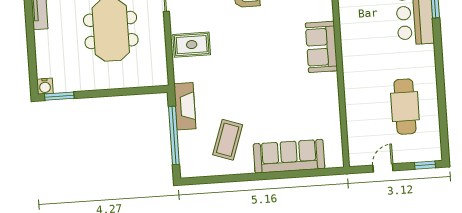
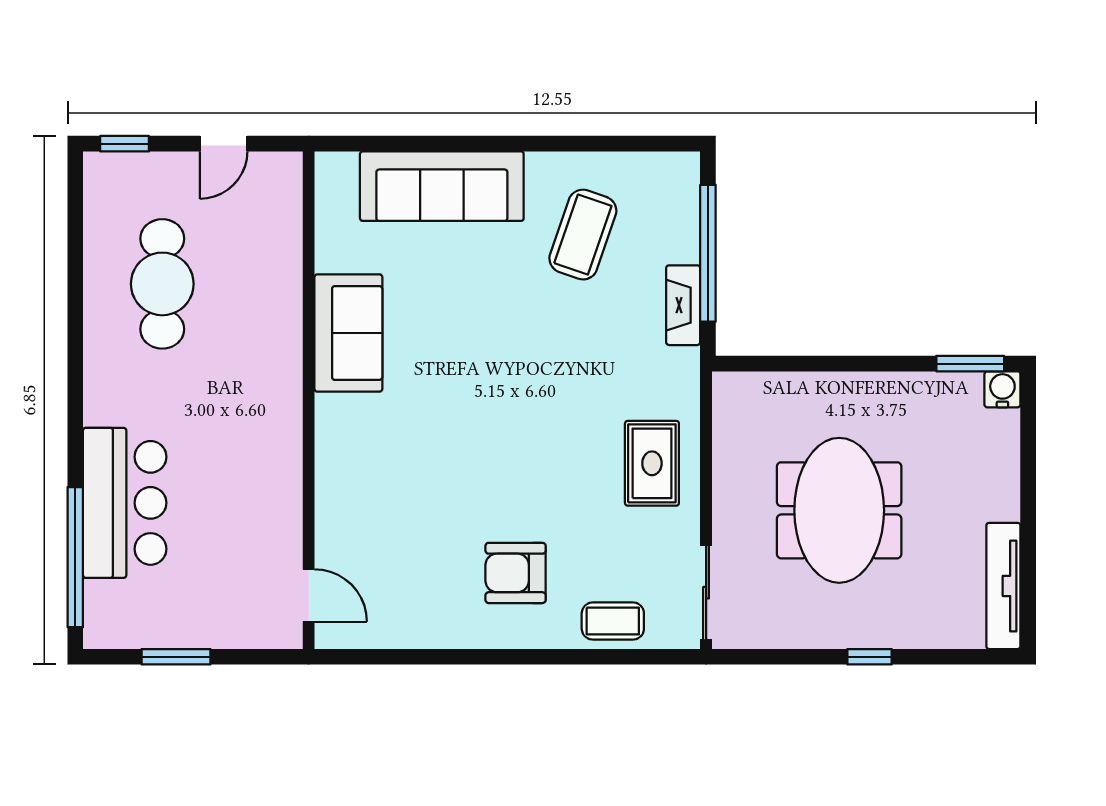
rug: (192, 45) -> (652, 463), turned 90
sofa: (321, 47) -> (348, 333), moved
fireplace: (185, 106) -> (683, 305), width x0.73, depth x0.76

